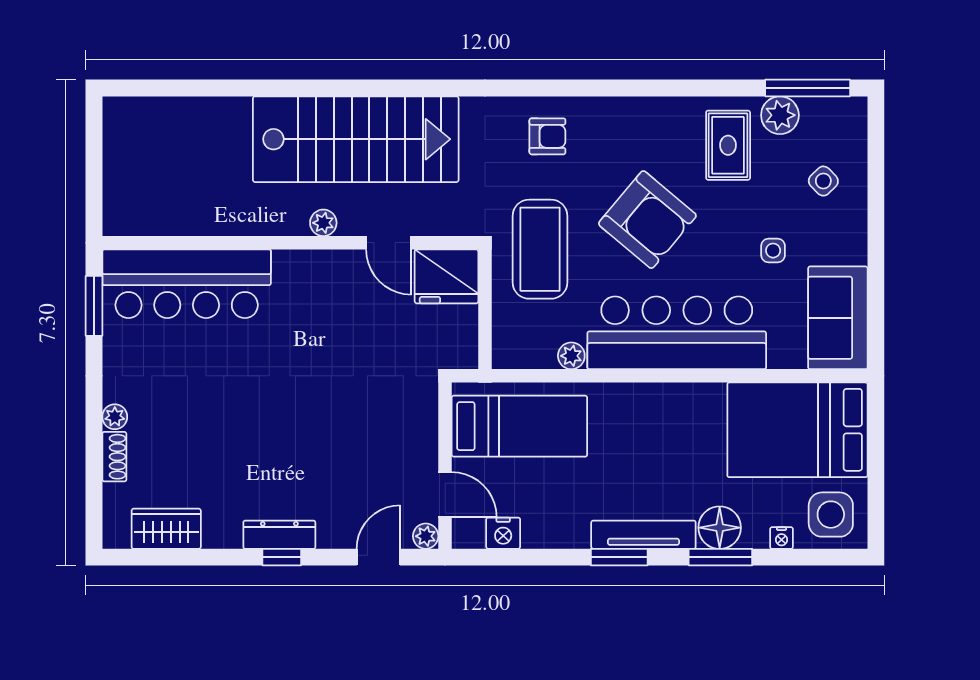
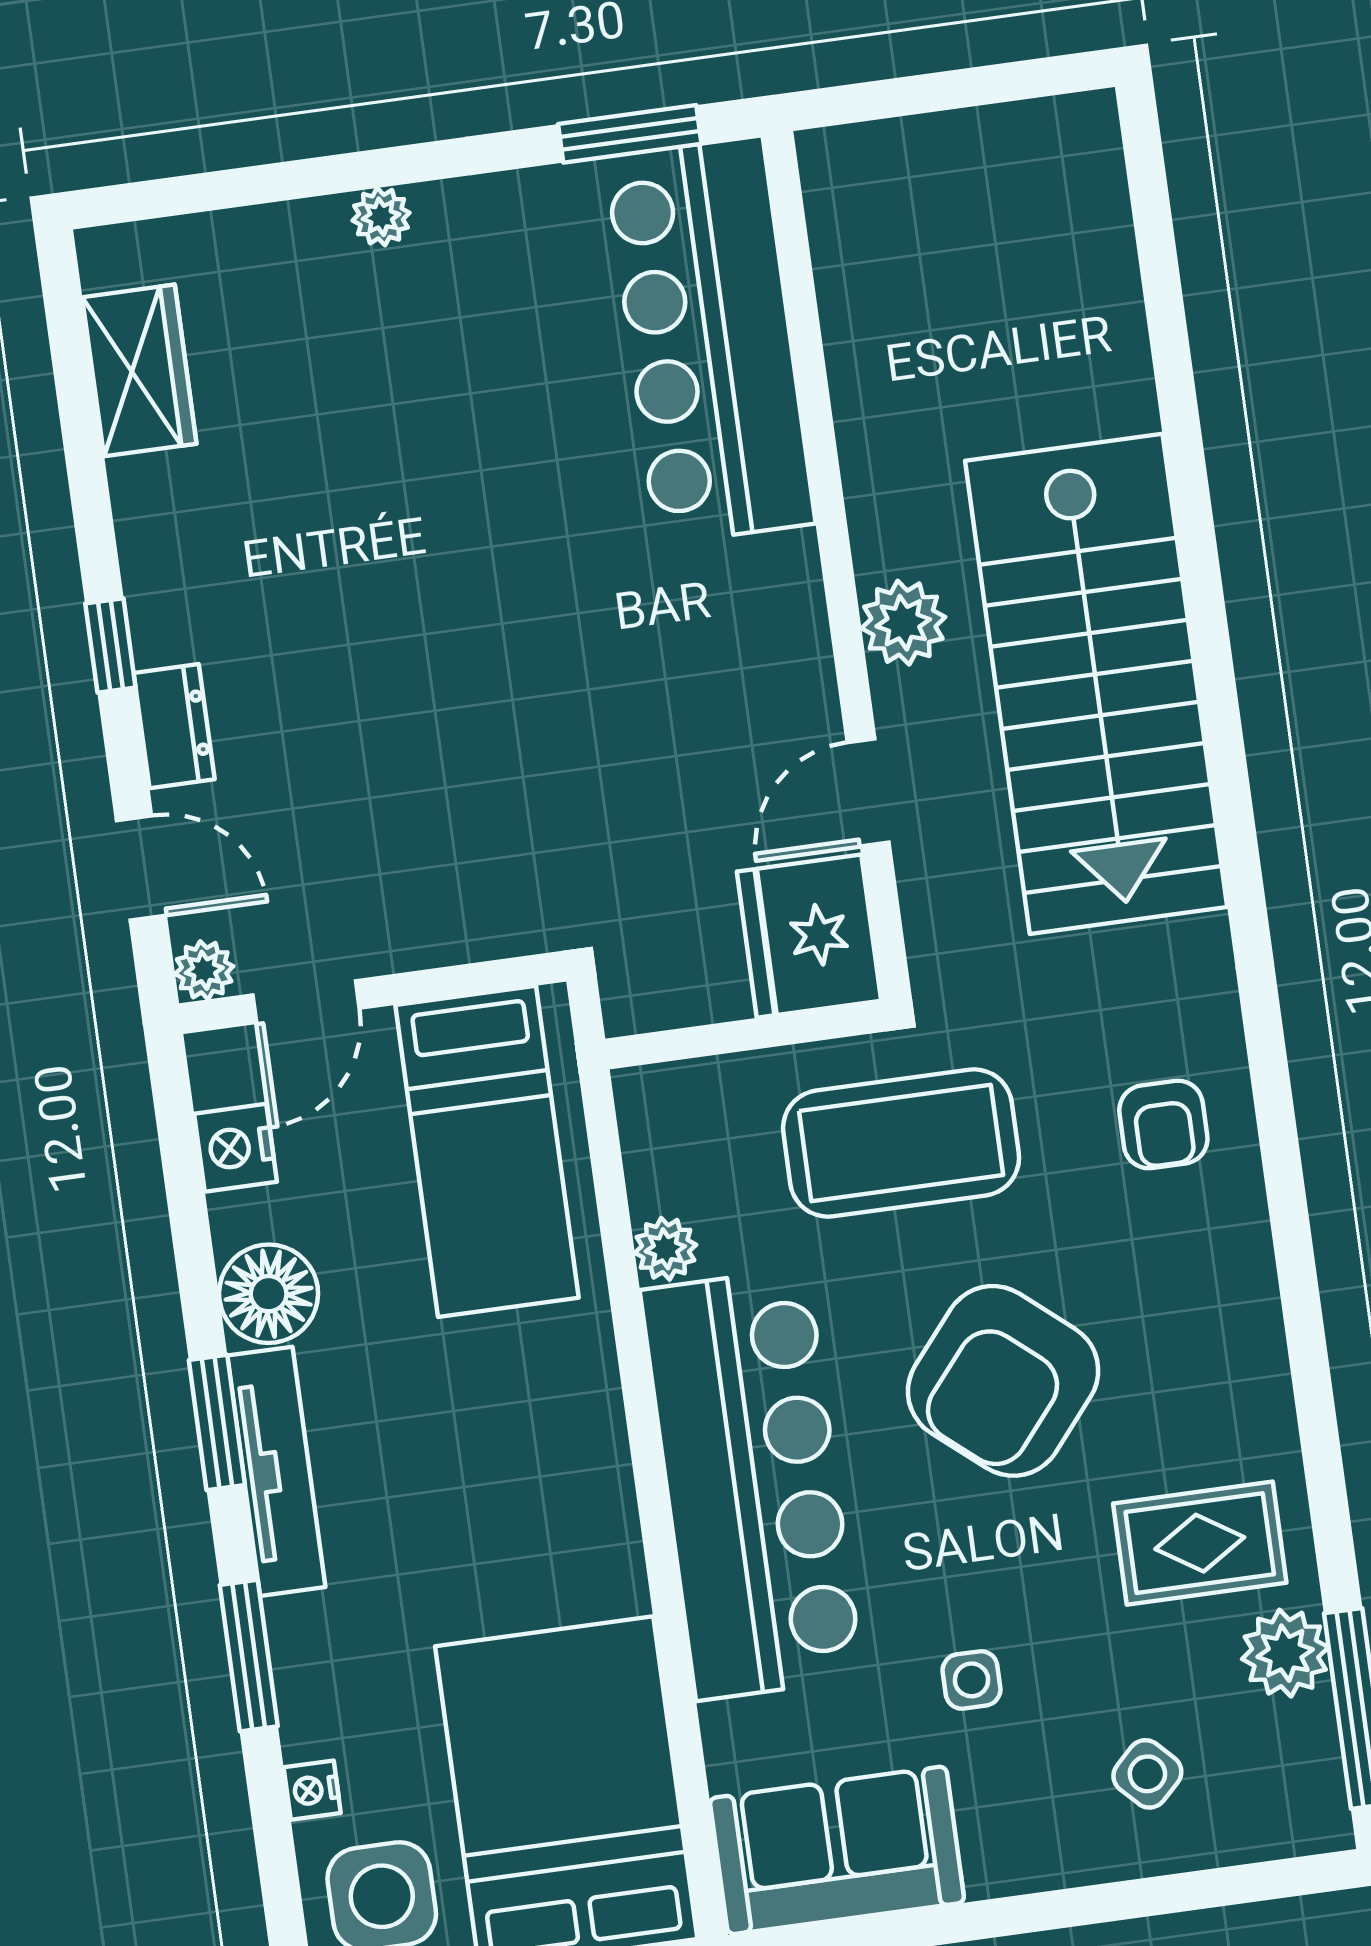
plant: (323, 223) -> (903, 623), width x1.38, depth x1.38
shoe rack: (114, 457) -> (289, 228), removed
floor lamp: (720, 528) -> (269, 1294), moved
dresser: (279, 535) -> (174, 726), moved, width x0.70

